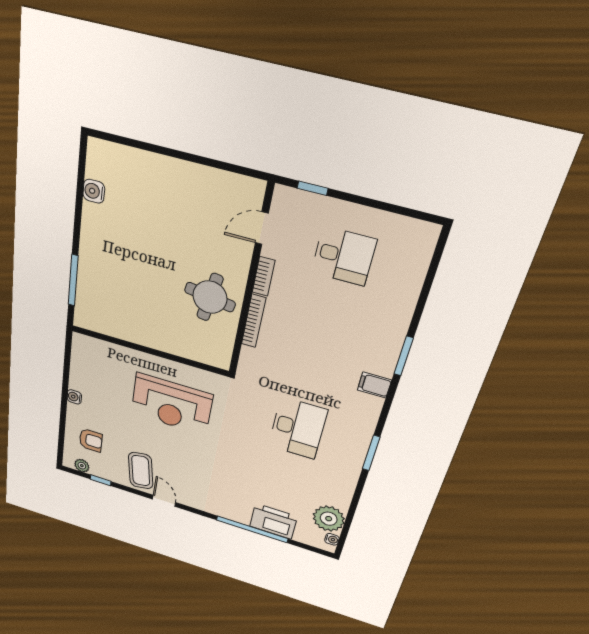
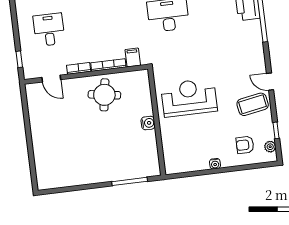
water cooler: (94, 191) -> (148, 123), moved, turned -90
filing cabinet: (253, 358) -> (133, 57), added
reception desk: (171, 404) -> (189, 98), turned -90
armchair: (91, 440) -> (245, 145), turned -90
door: (164, 501) -> (270, 82), hinge flipped

